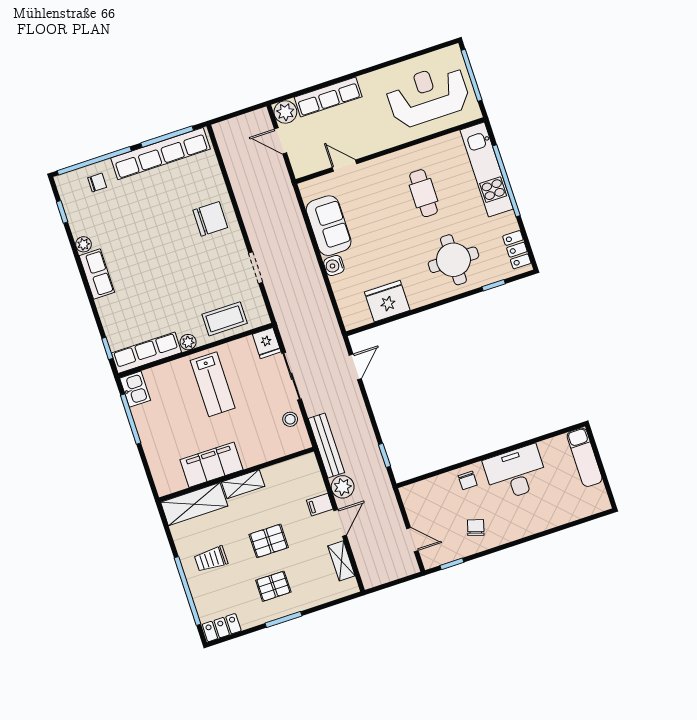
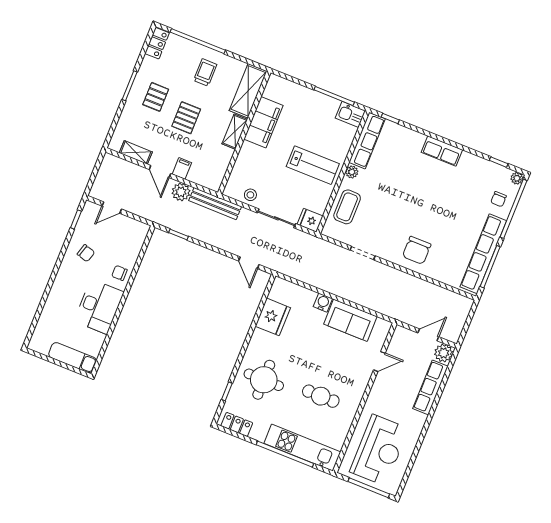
plant: (83, 244) -> (517, 178), moved
lab bench: (213, 384) -> (313, 165), turned 180

